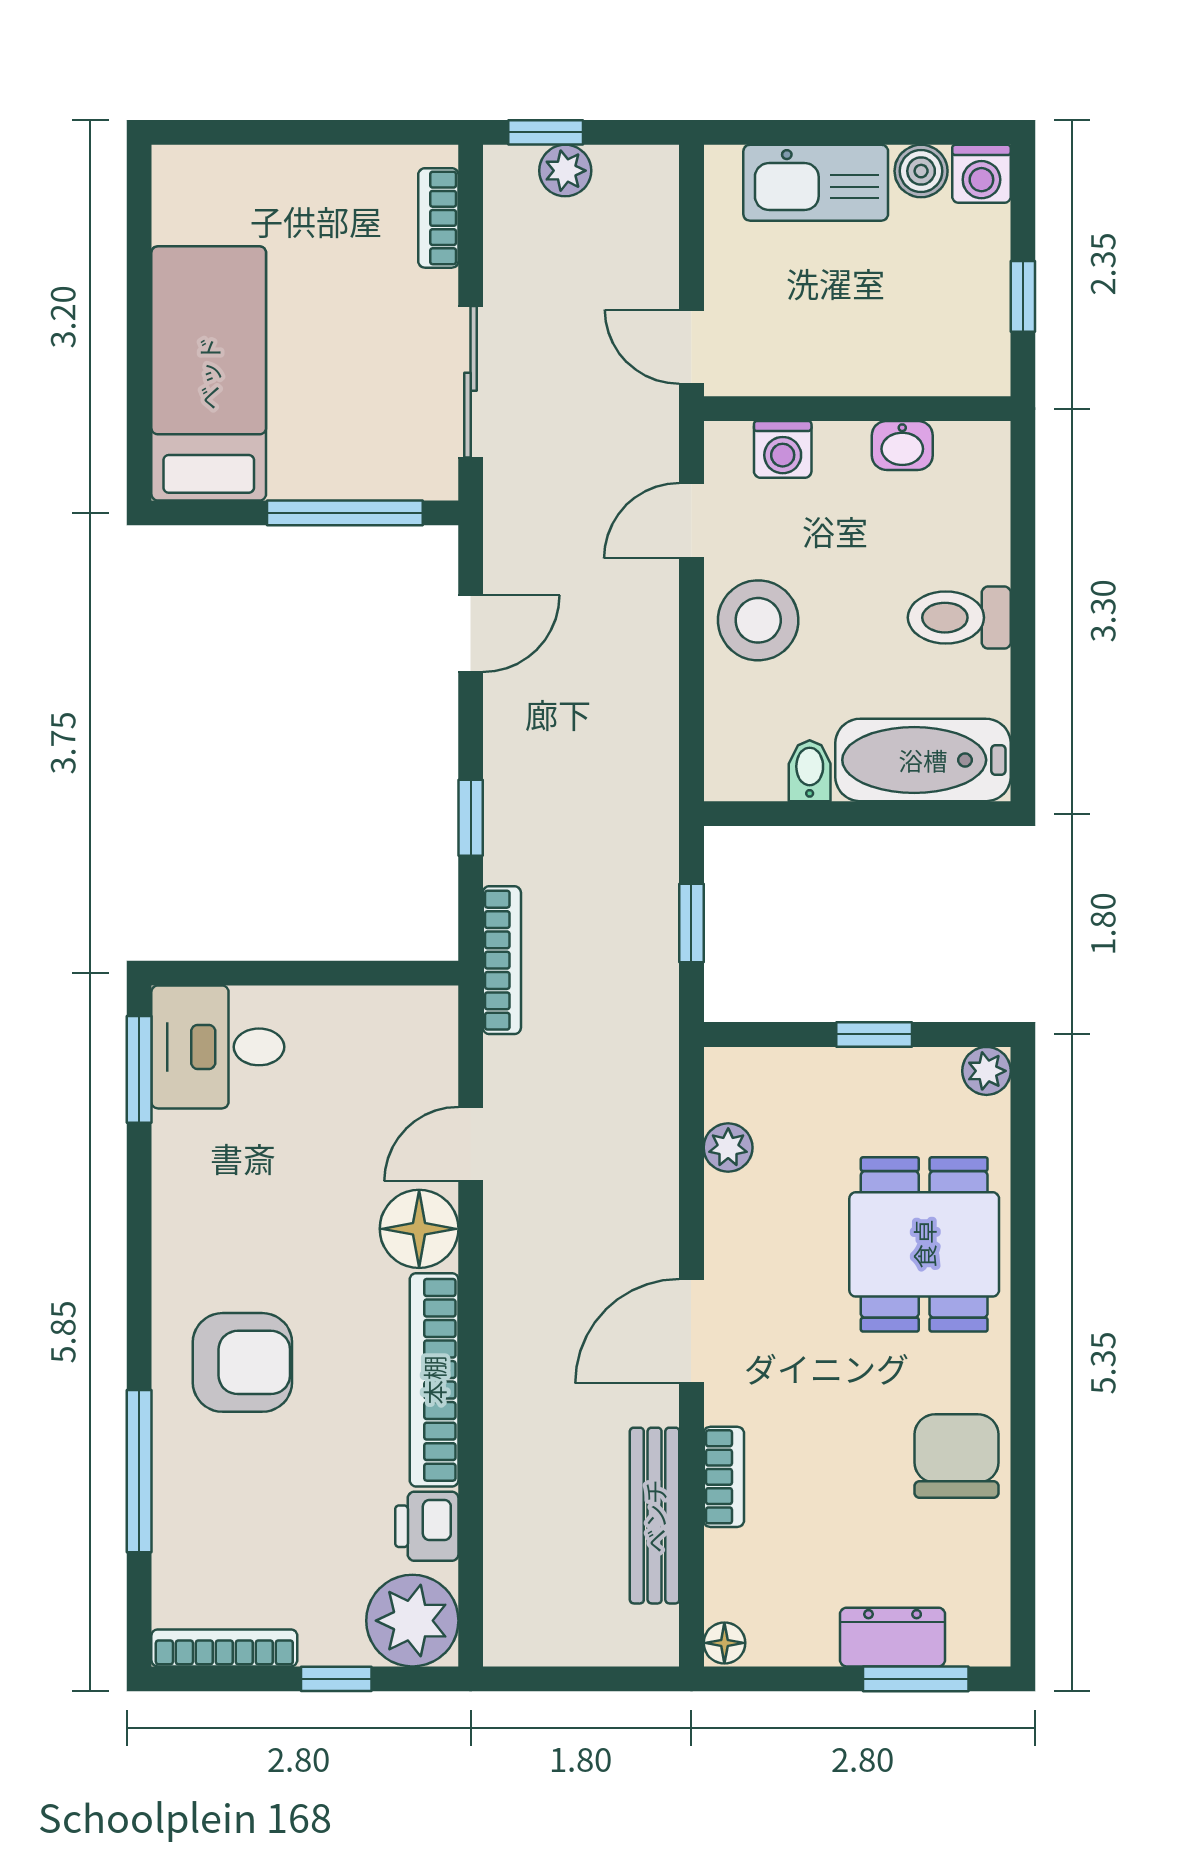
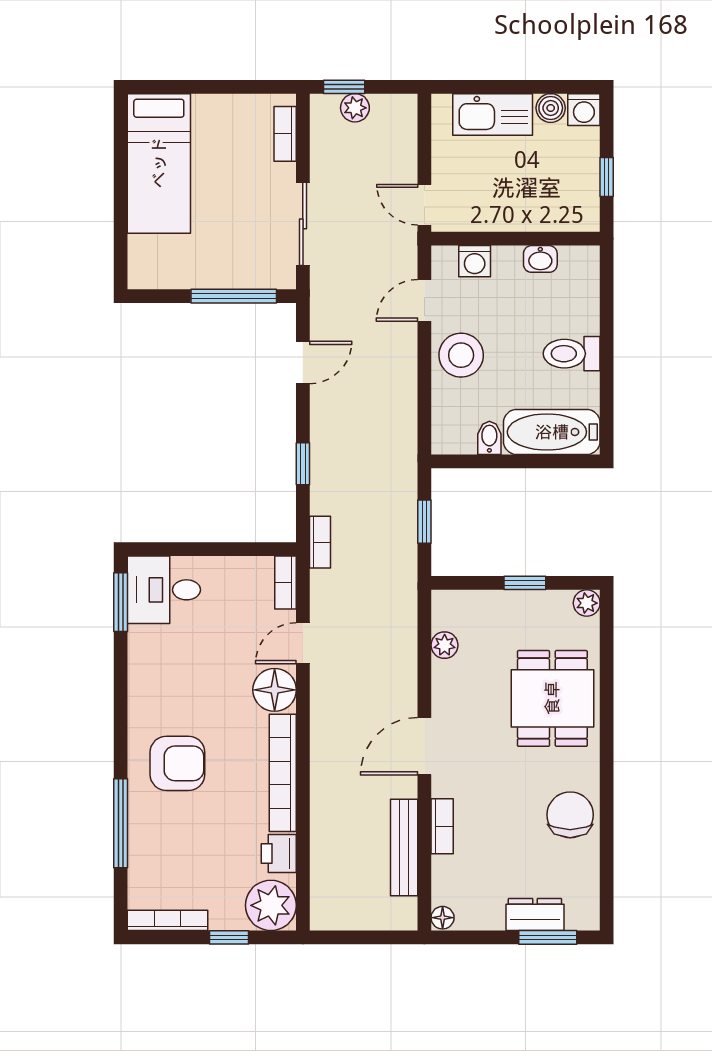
bed: (209, 373) -> (159, 163), moved, turned 180
bookcase: (502, 960) -> (320, 542), width x0.64
bookcase: (439, 1034) -> (286, 583), added

